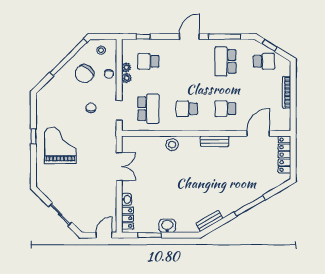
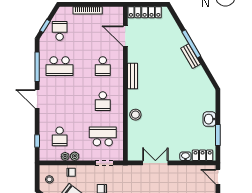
bench: (209, 221) -> (191, 56), moved

